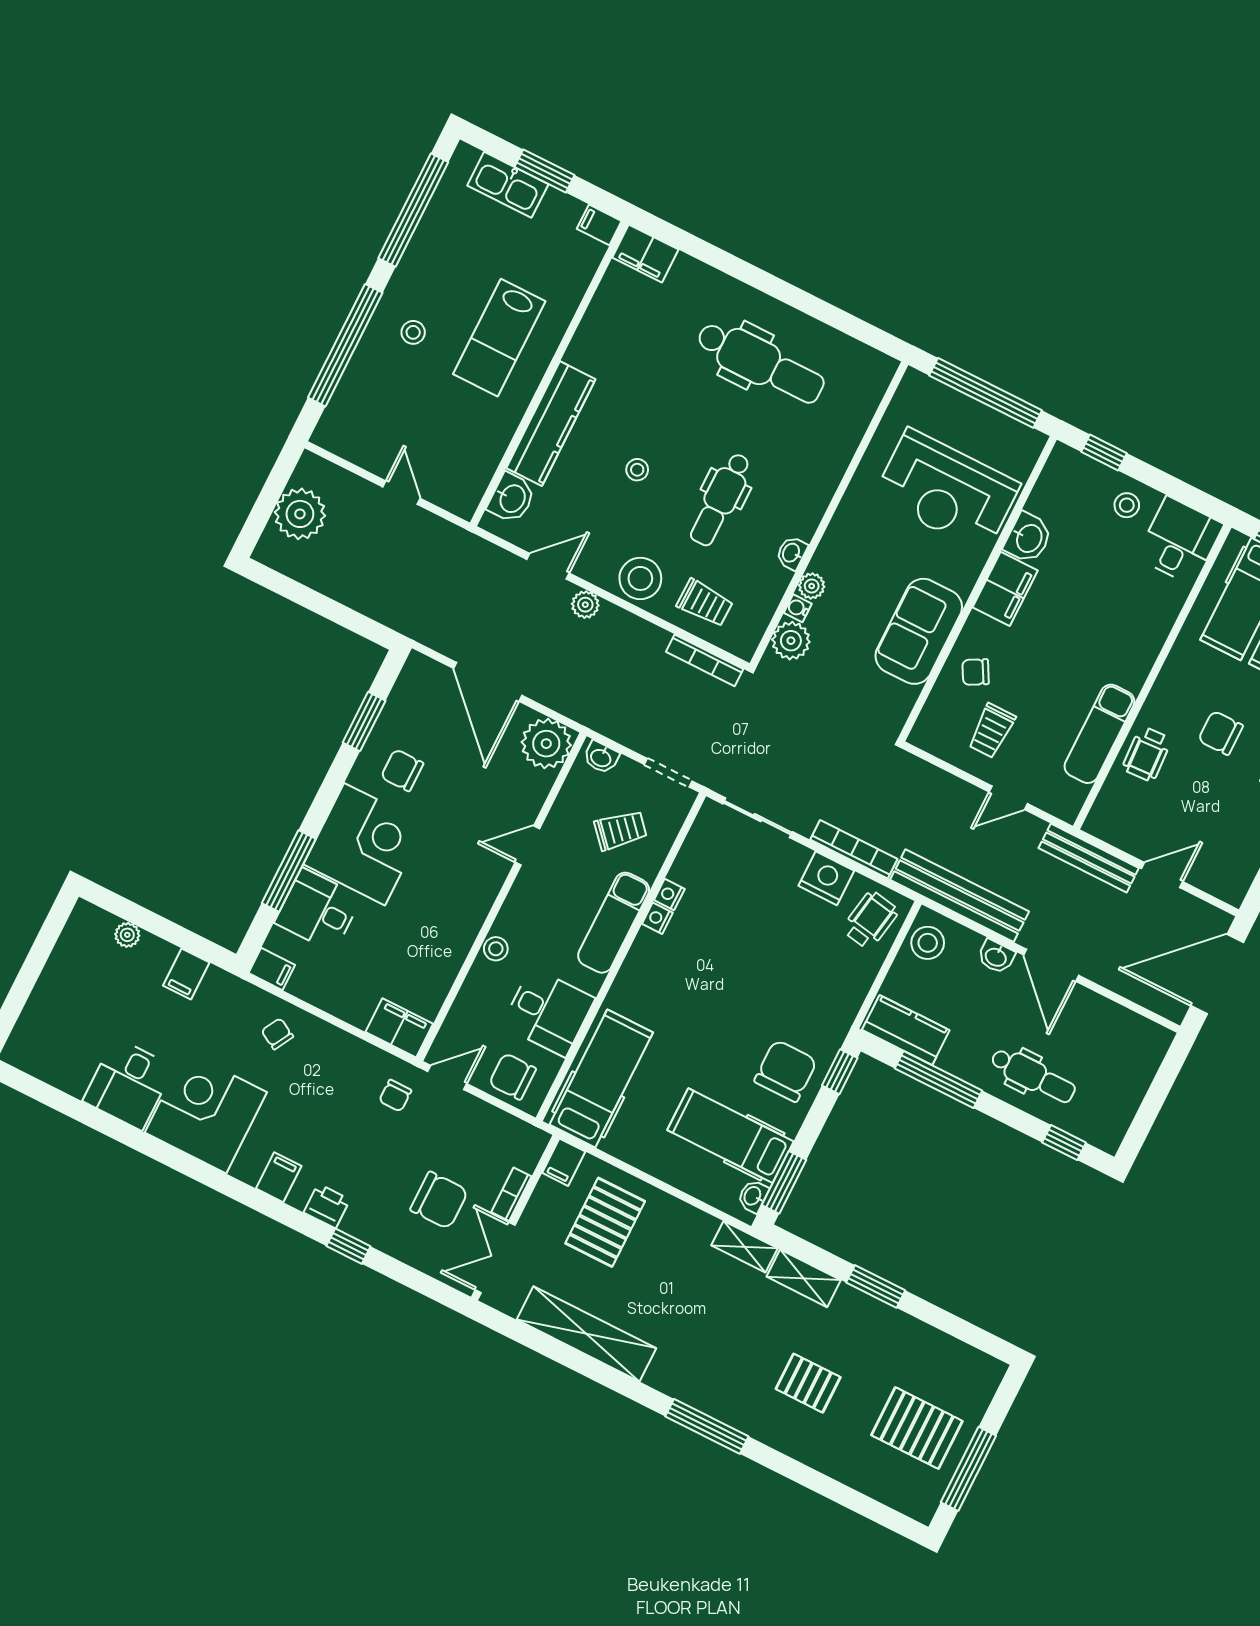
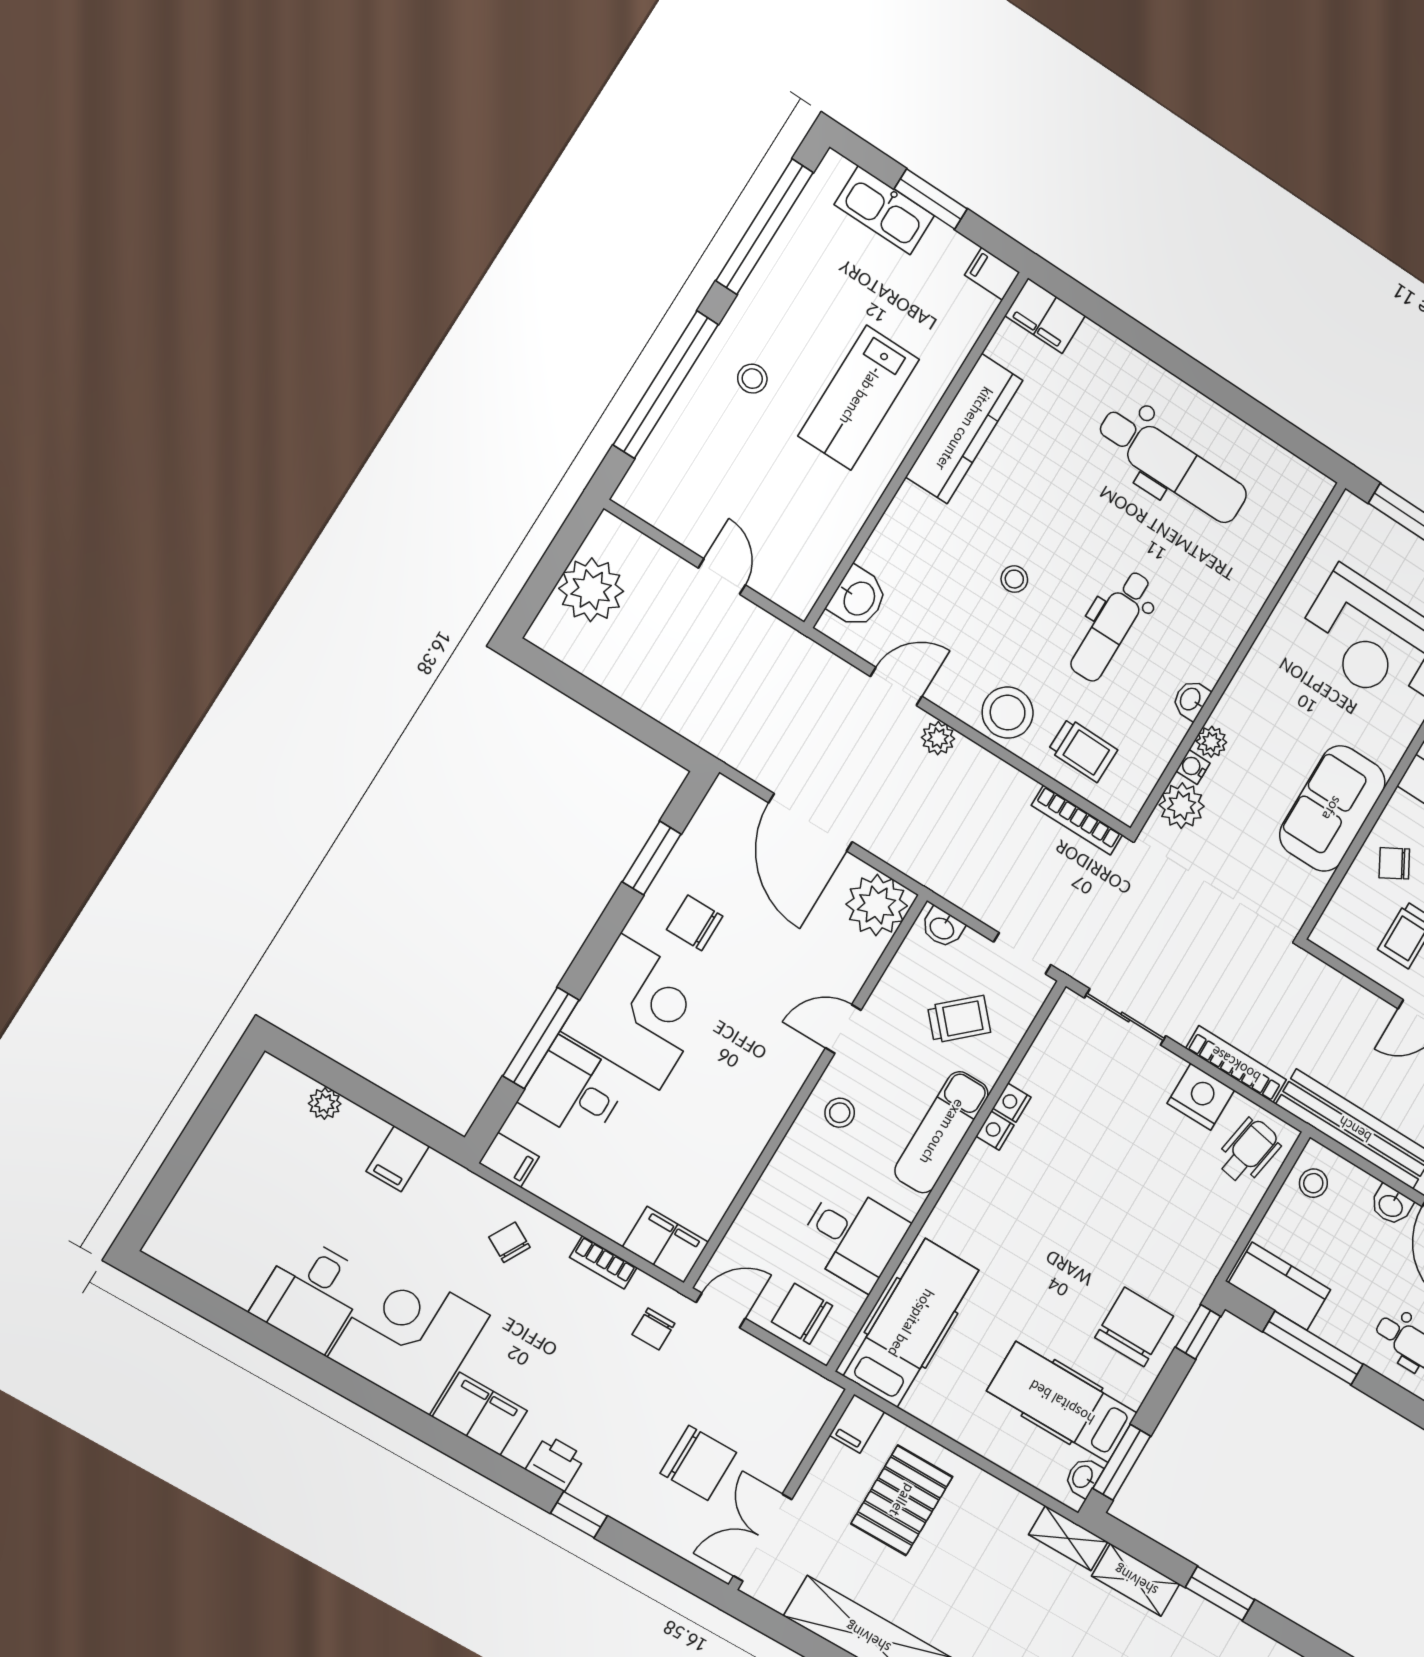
kitchen counter: (551, 424) -> (964, 429), moved
stool: (928, 943) -> (1313, 1183), width x0.73, depth x0.73
stool: (496, 949) -> (840, 1113), moved
filing cabinet: (279, 1177) -> (480, 1414), width x2.00
bookcase: (511, 1194) -> (603, 1262), moved, turned -90

